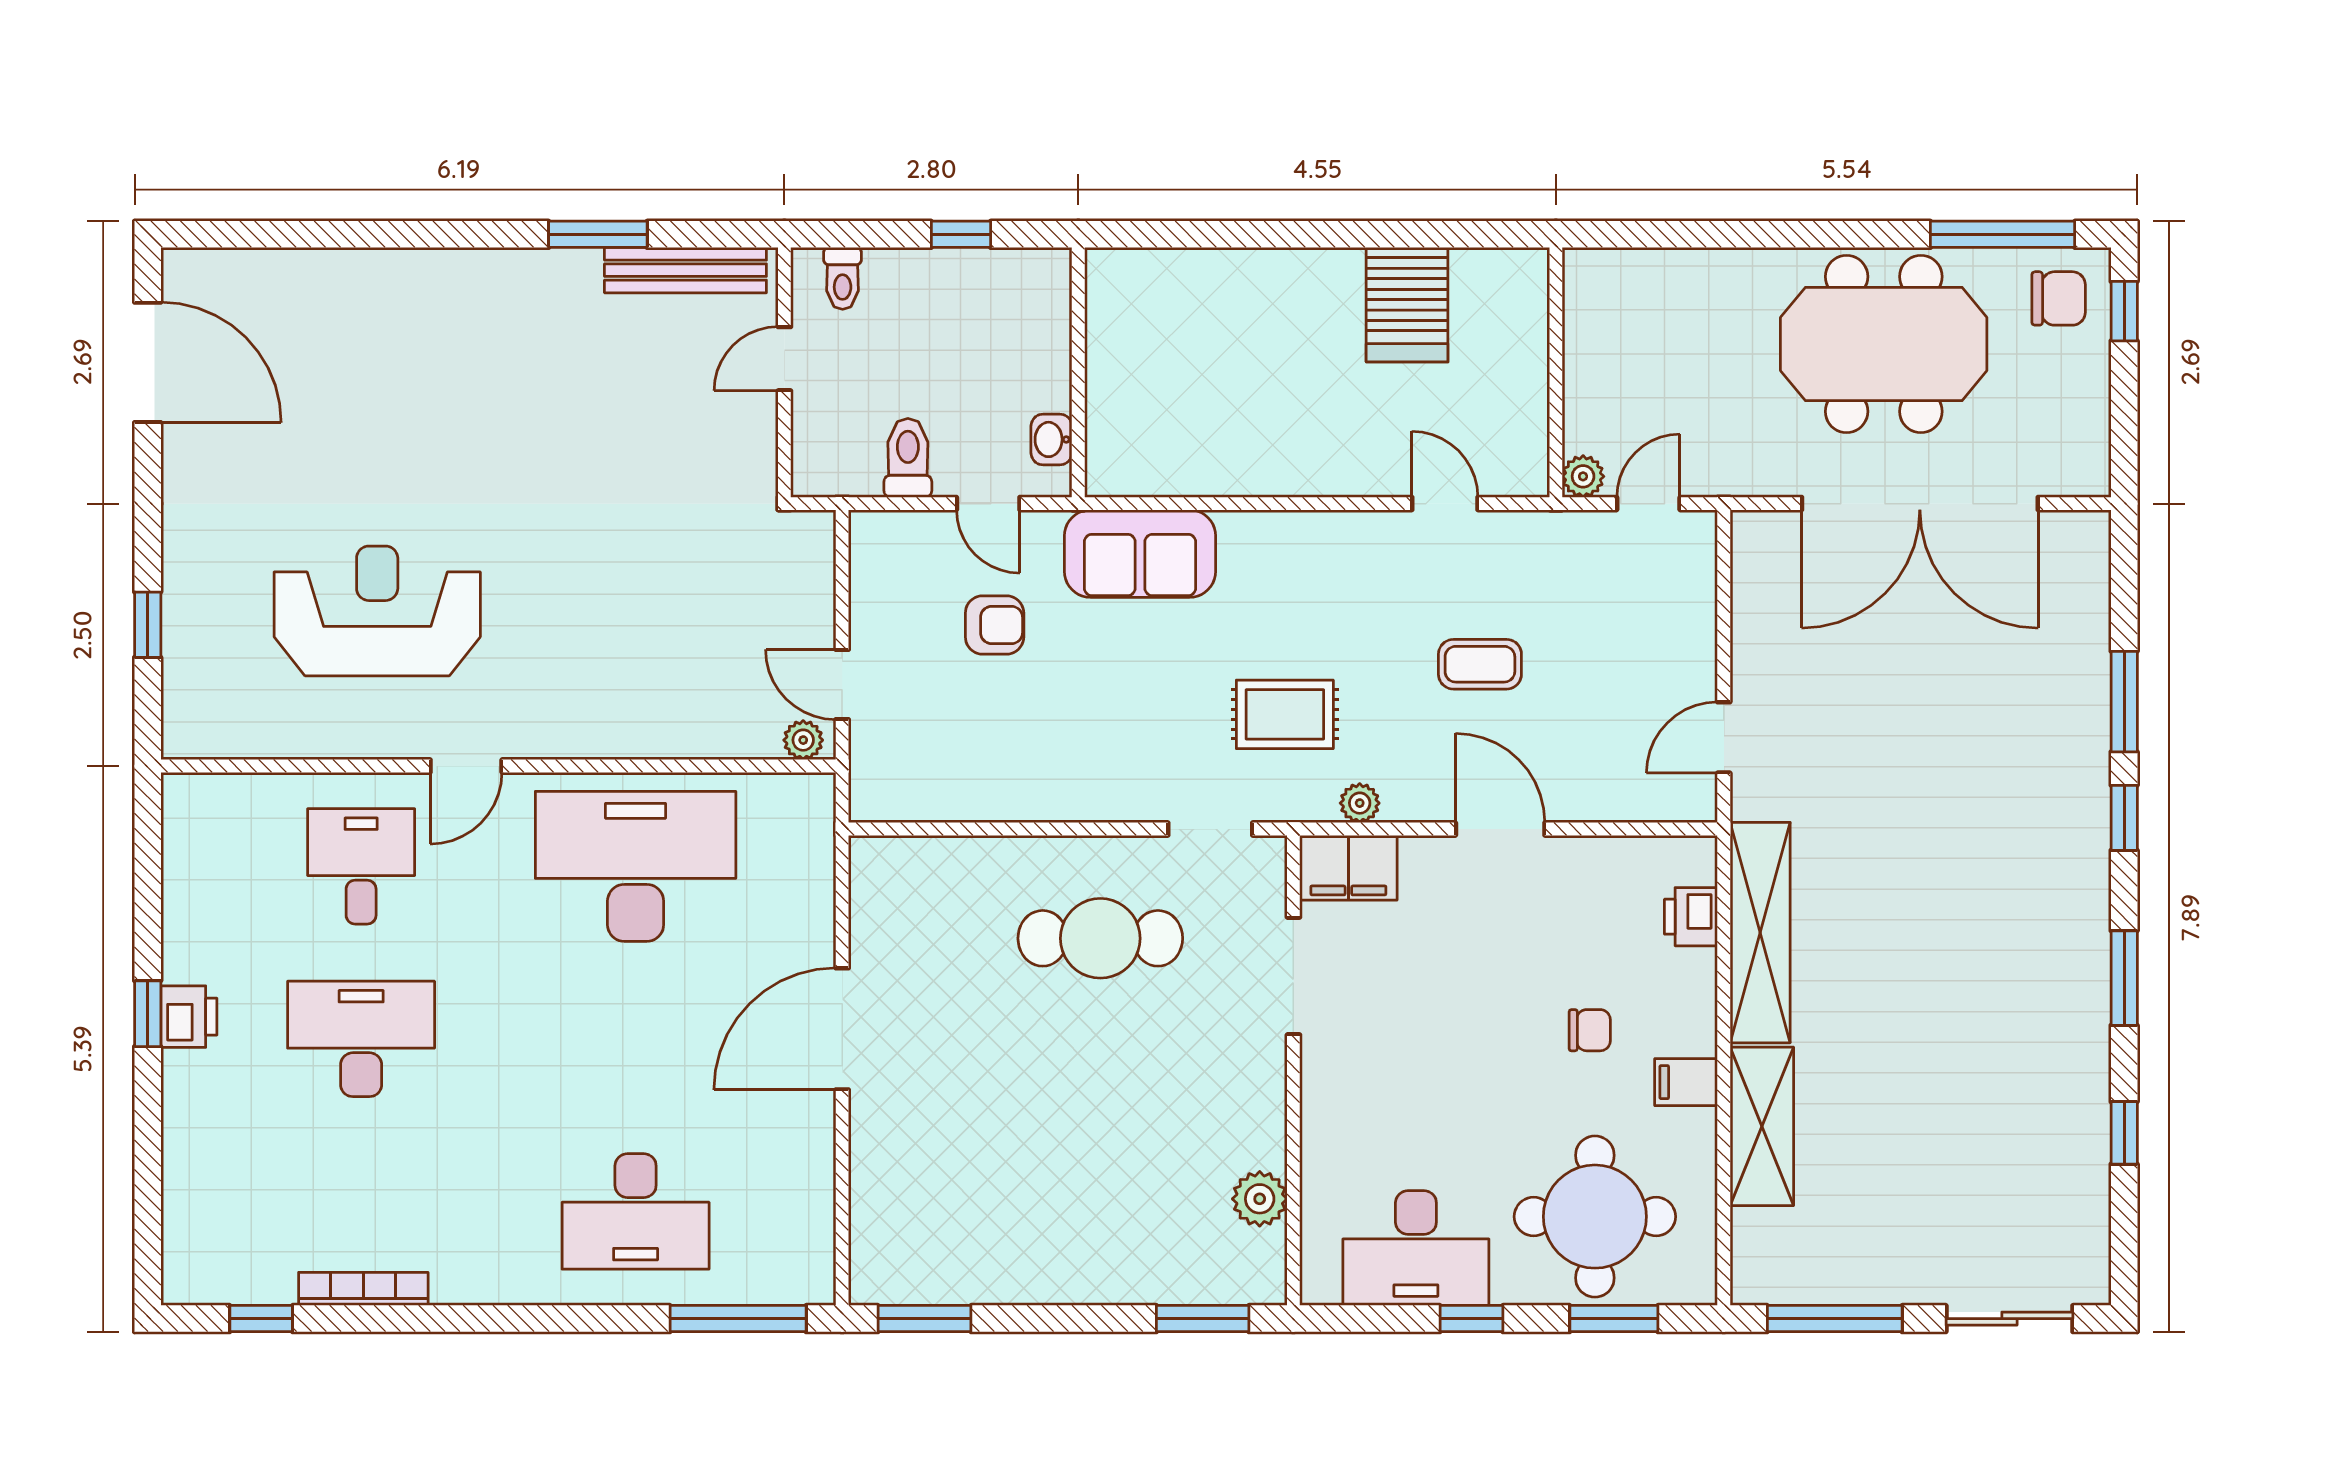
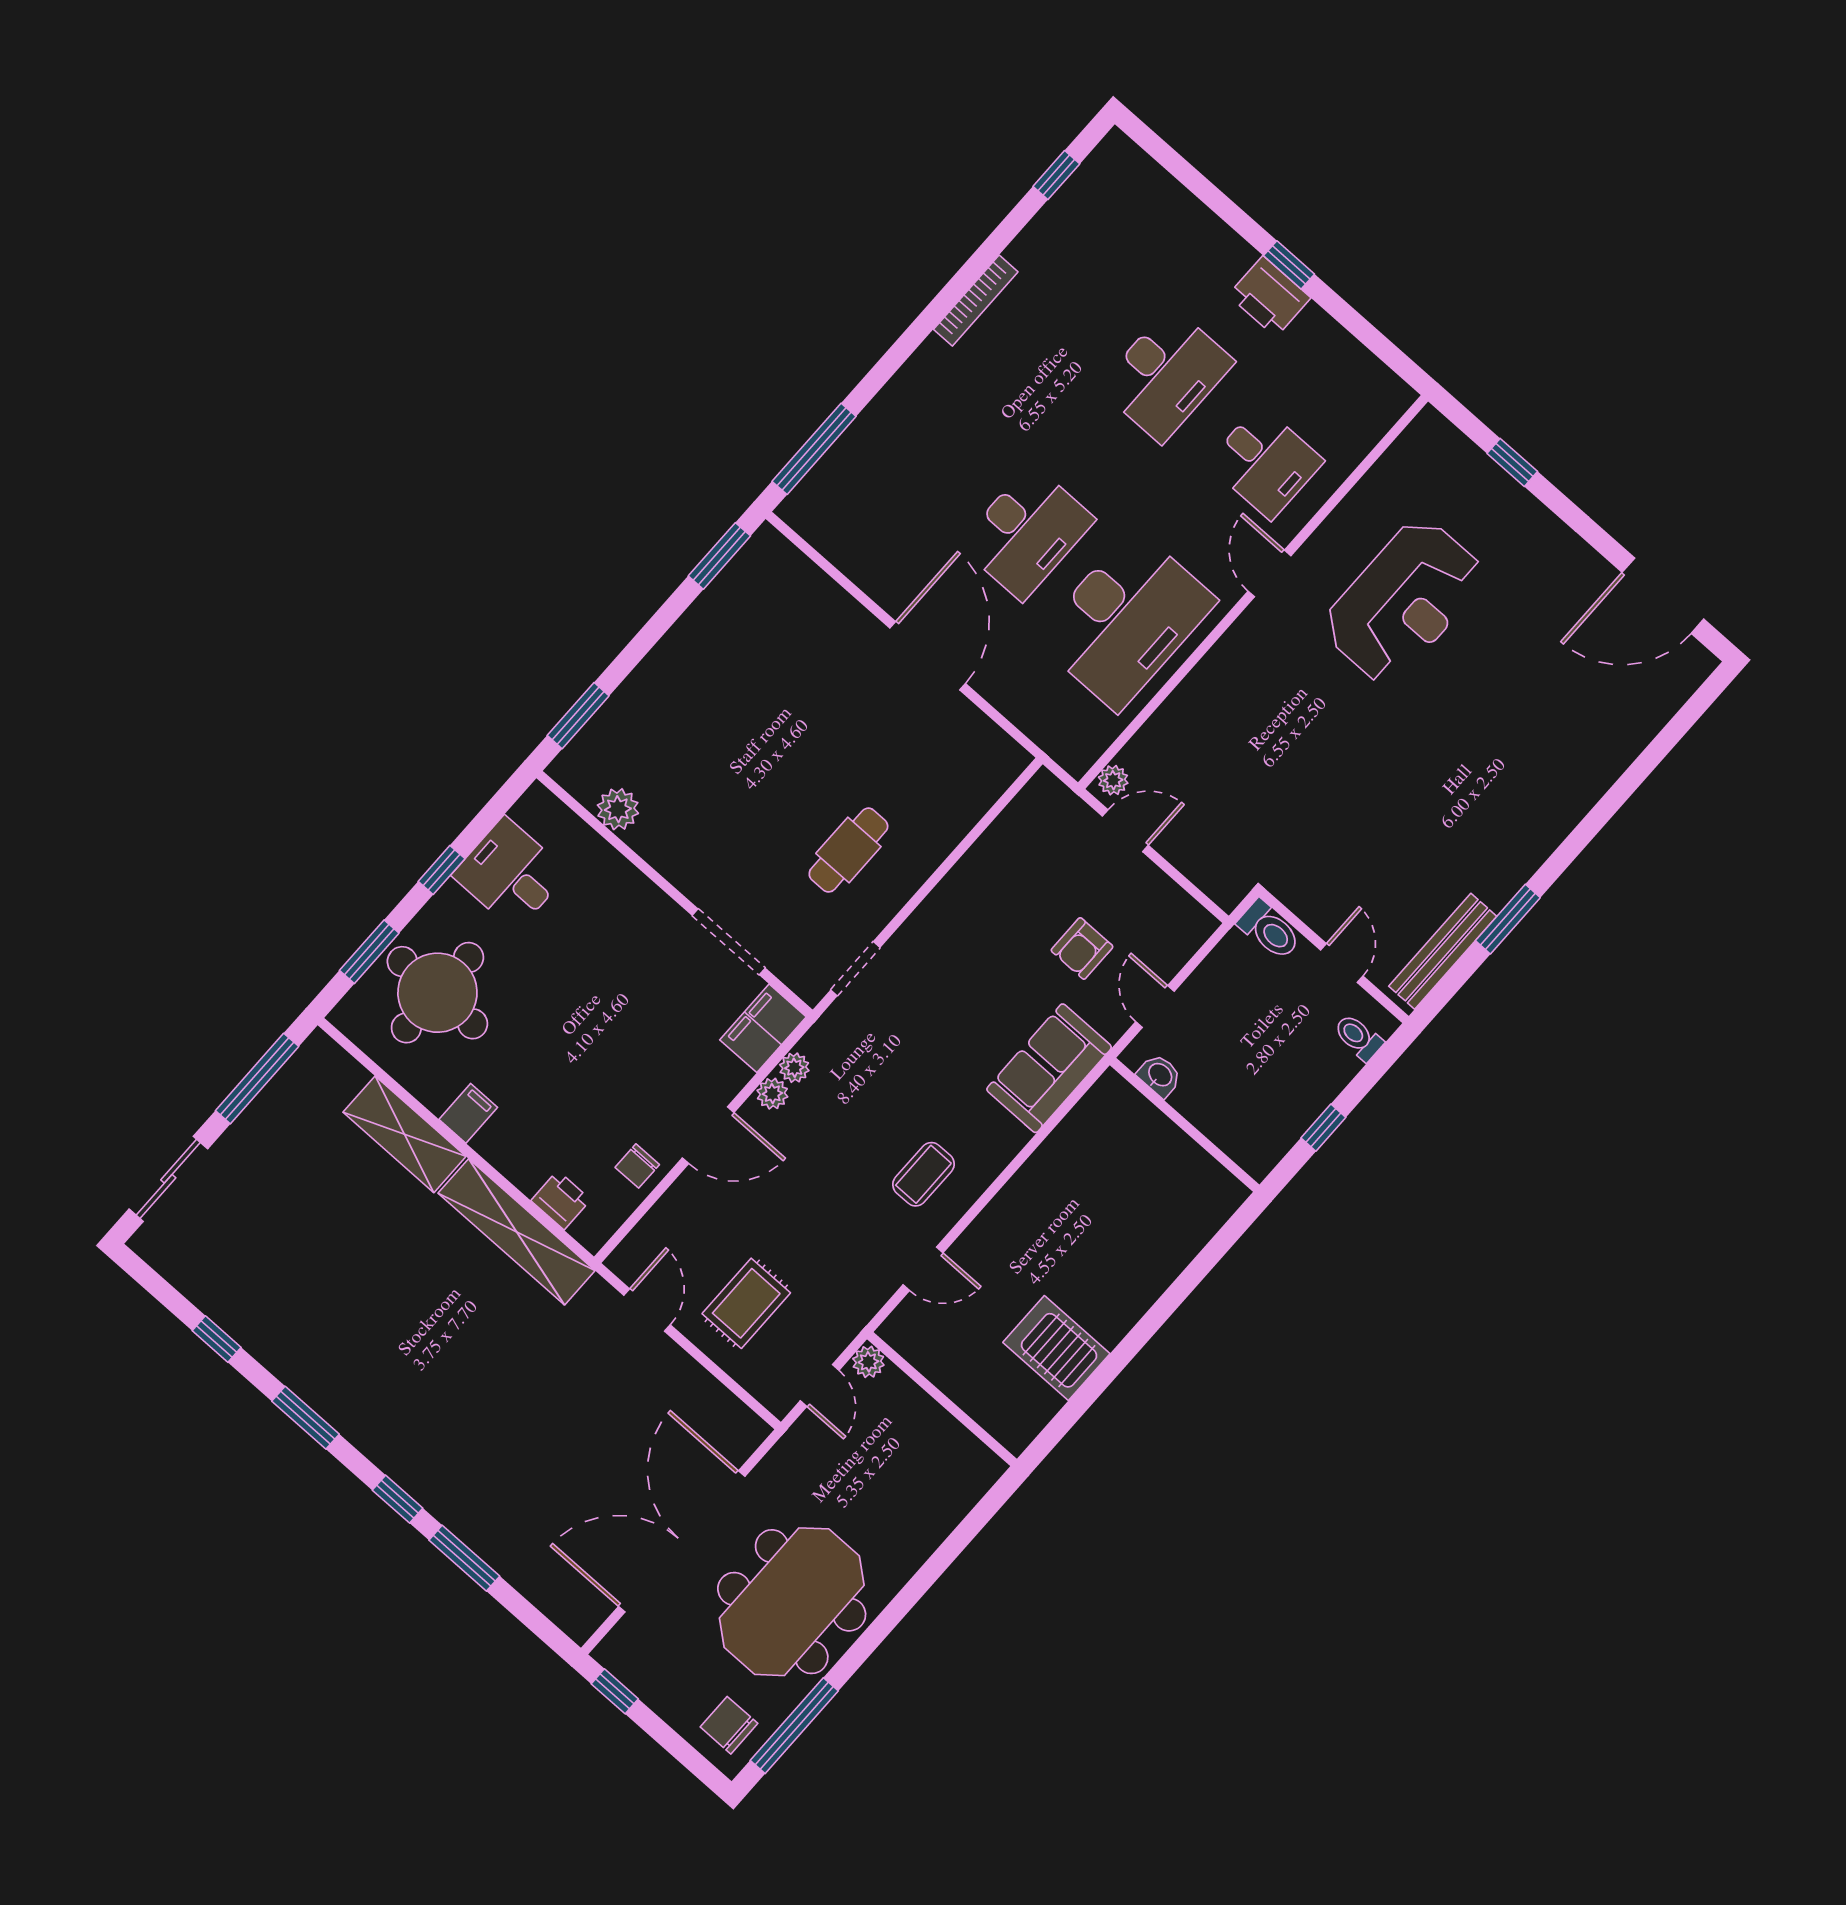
chair: (2059, 298) -> (729, 1725), turned 90
window: (2124, 311) -> (615, 1691), moved
toilet: (908, 458) -> (1269, 930), moved
door: (988, 504) -> (1155, 1007), hinge flipped
coffee table: (1480, 664) -> (924, 1174), moved
rug: (1285, 714) -> (746, 1303), moved
plant: (1404, 802) -> (772, 1094), added
cafe table: (1100, 938) -> (848, 850), width x0.73, depth x0.74
printer: (189, 1017) -> (1269, 297), width x1.36, depth x1.24
chair: (1590, 1030) -> (637, 1166), moved
desk: (636, 1211) -> (1027, 532), moved, turned 180
desk: (1416, 1248) -> (510, 874), width x0.73
bookcase: (363, 1289) -> (976, 301), moved

